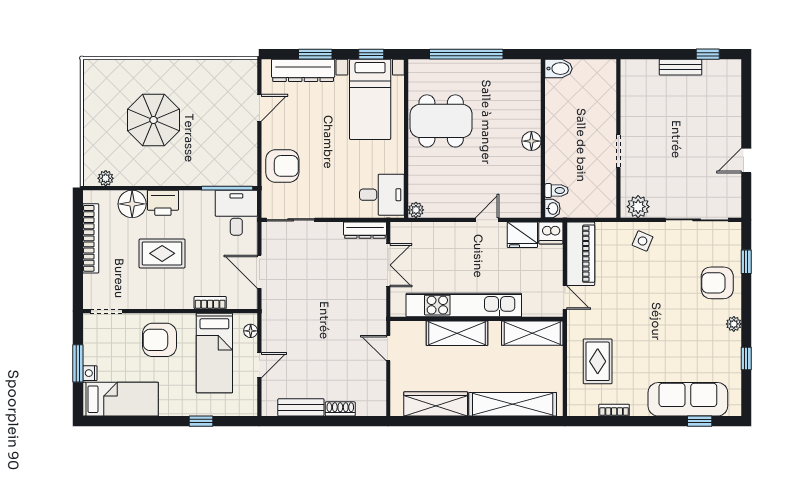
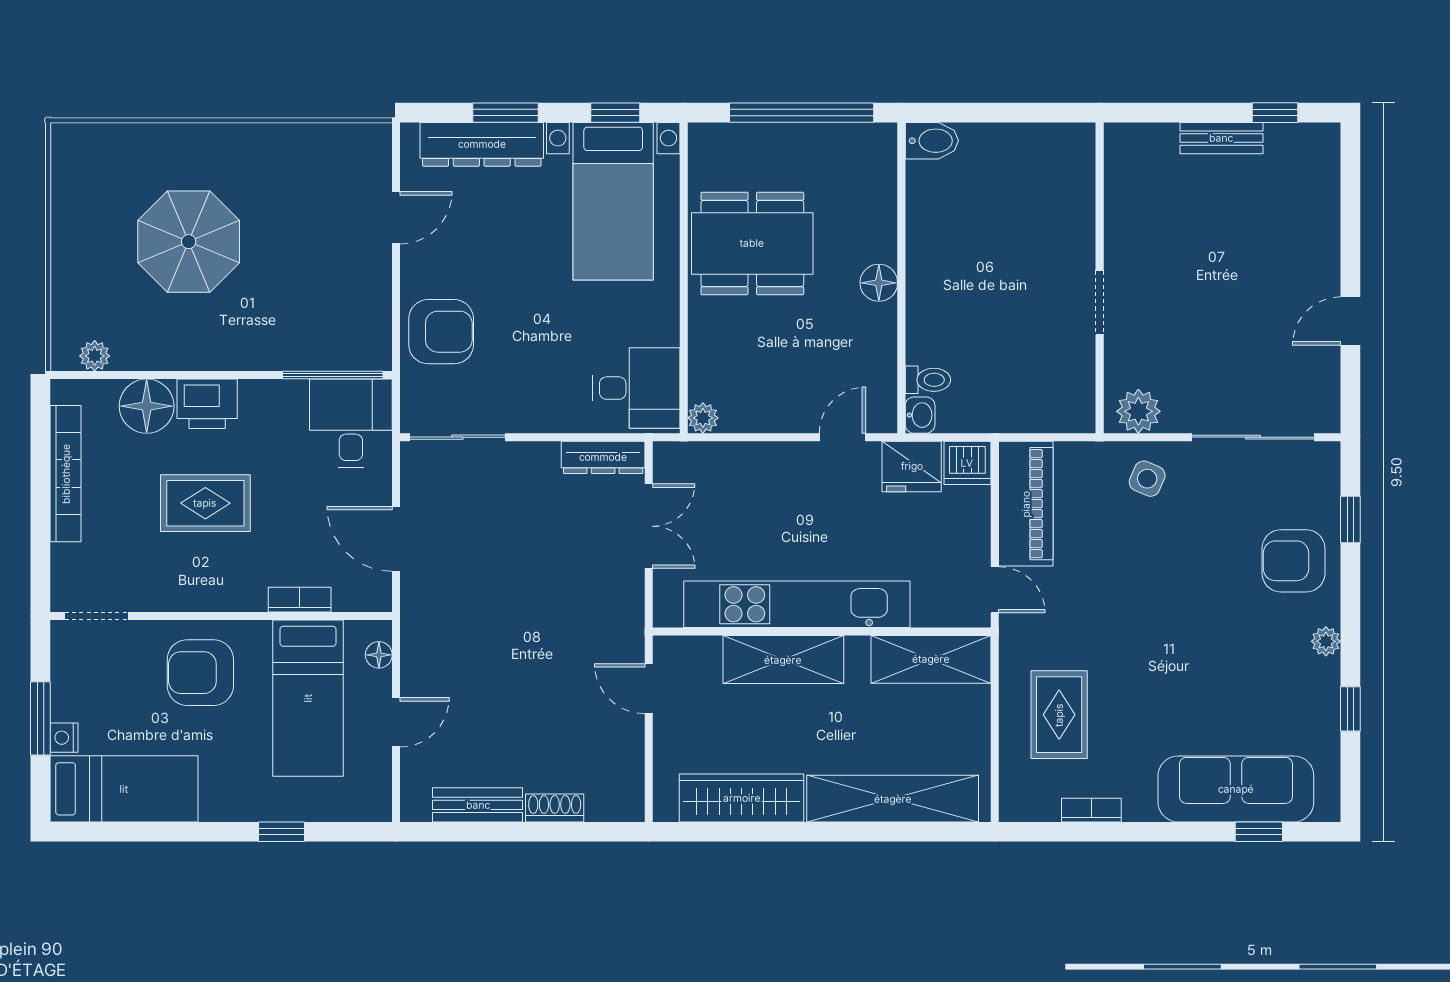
bidet: (559, 69) -> (932, 141), moved
wall: (543, 138) -> (901, 278), moved
floor lamp: (531, 141) -> (879, 283), moved
toilet: (556, 191) -> (928, 380), moved
washbasin: (552, 208) -> (920, 415), moved

